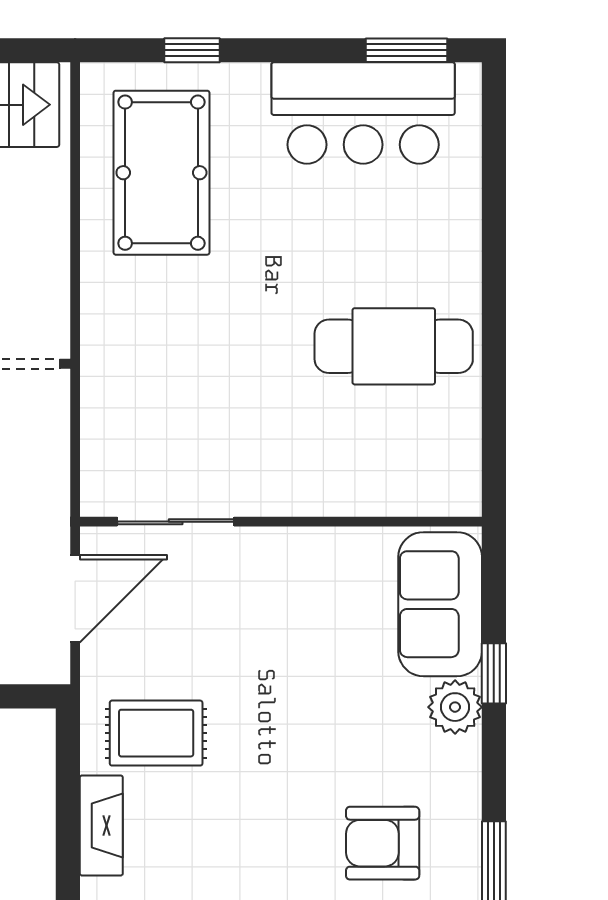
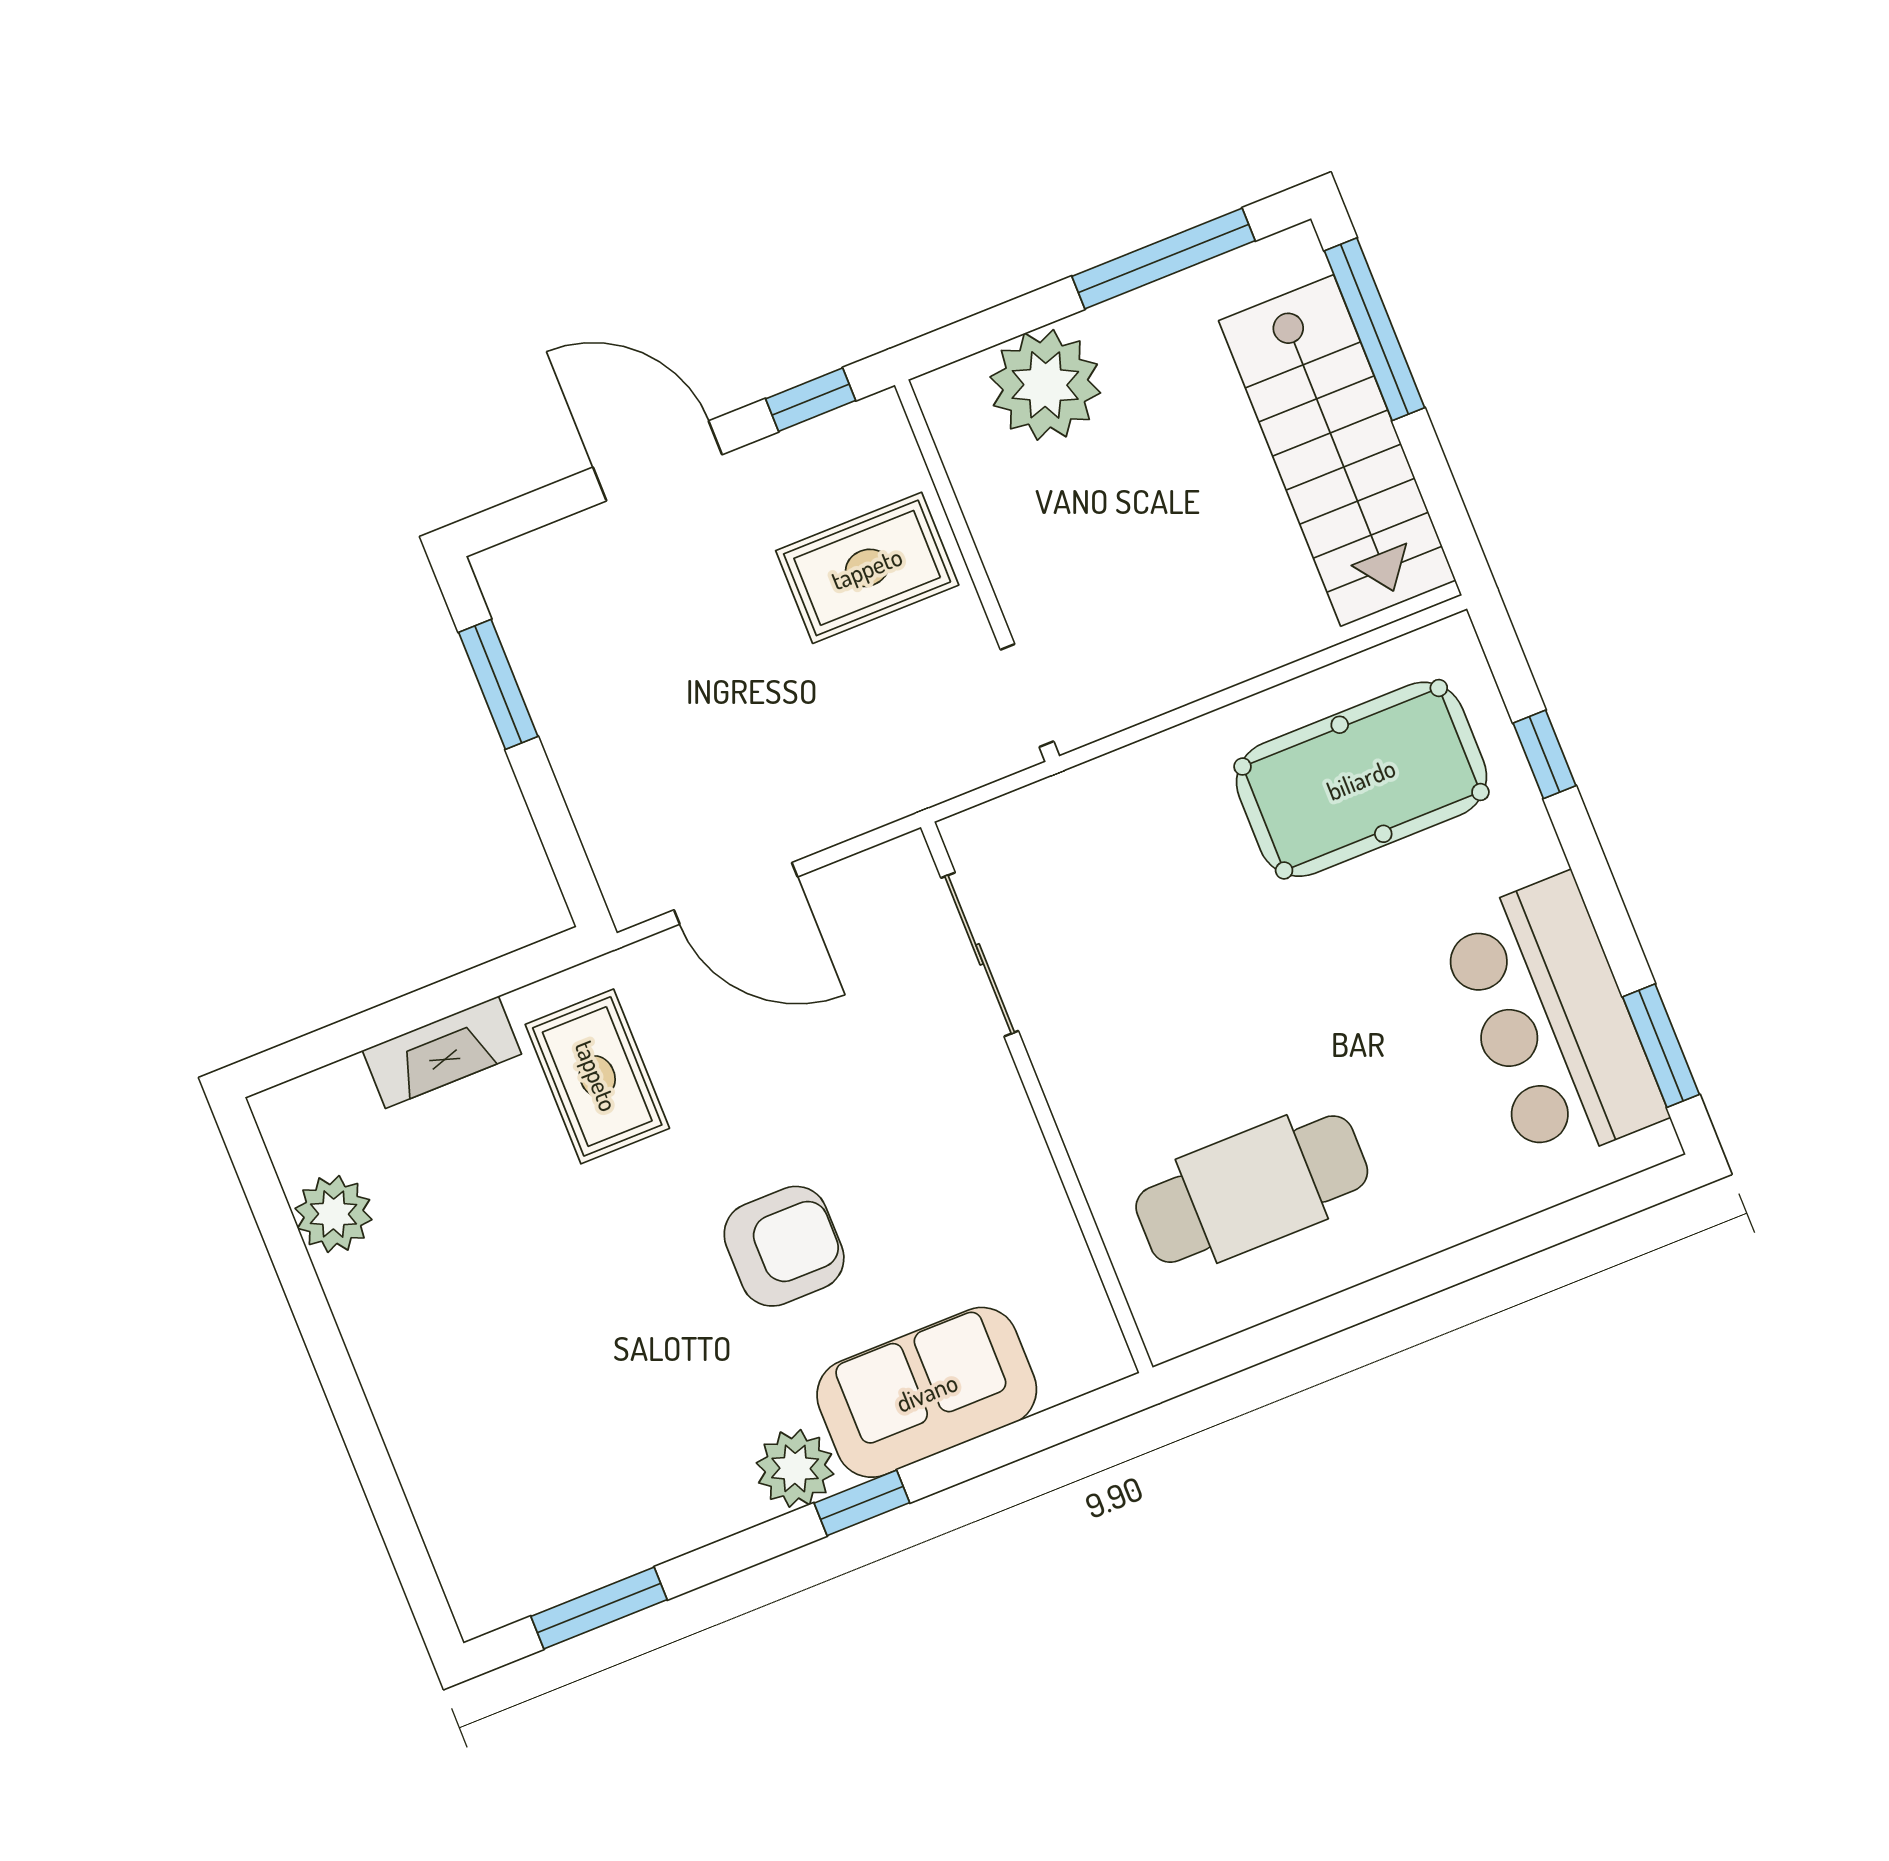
cafe table: (394, 346) -> (1252, 1189), turned 90
sliding door: (176, 522) -> (980, 954), moved
wall: (281, 522) -> (1037, 1097), moved
armchair: (383, 843) -> (784, 1246), moved, turned 90

